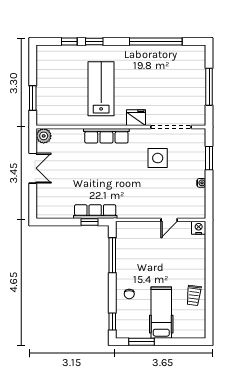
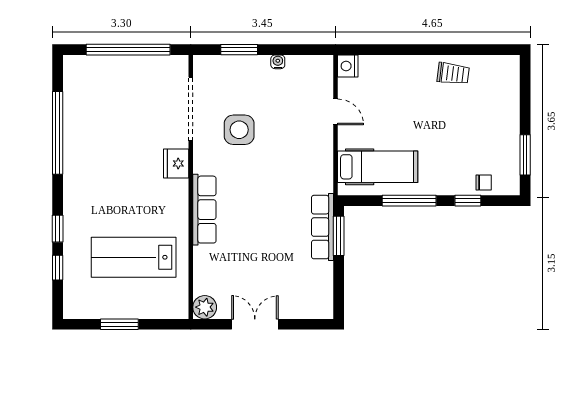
window: (209, 87) -> (128, 50), width x1.46
lab bench: (101, 89) -> (134, 257), moved
window: (33, 98) -> (119, 324), moved
window: (89, 222) -> (339, 236), width x1.50
window: (112, 255) -> (409, 201), moved
chair: (129, 294) -> (484, 183), moved
hospital bed: (161, 313) -> (378, 167), moved, turned 180
window: (112, 321) -> (468, 201), moved

